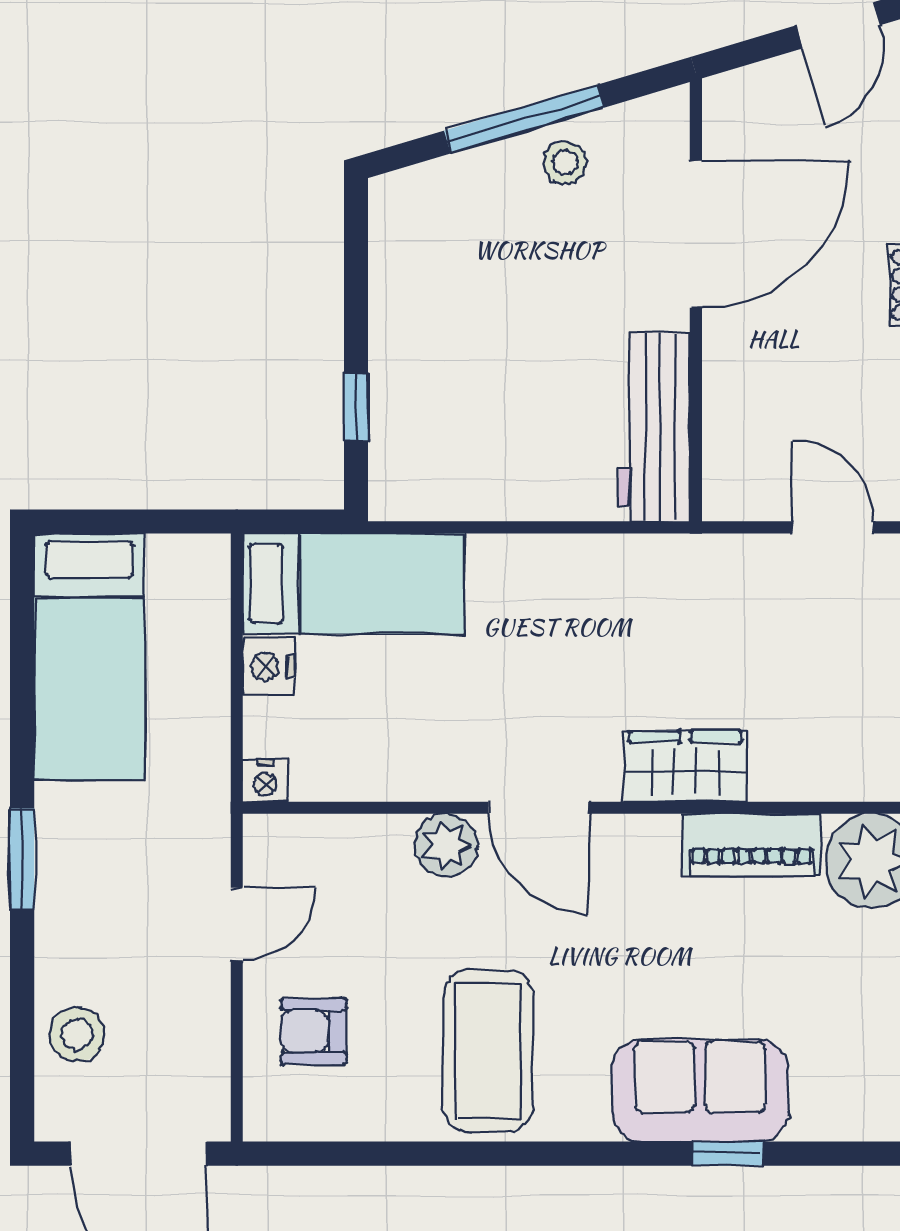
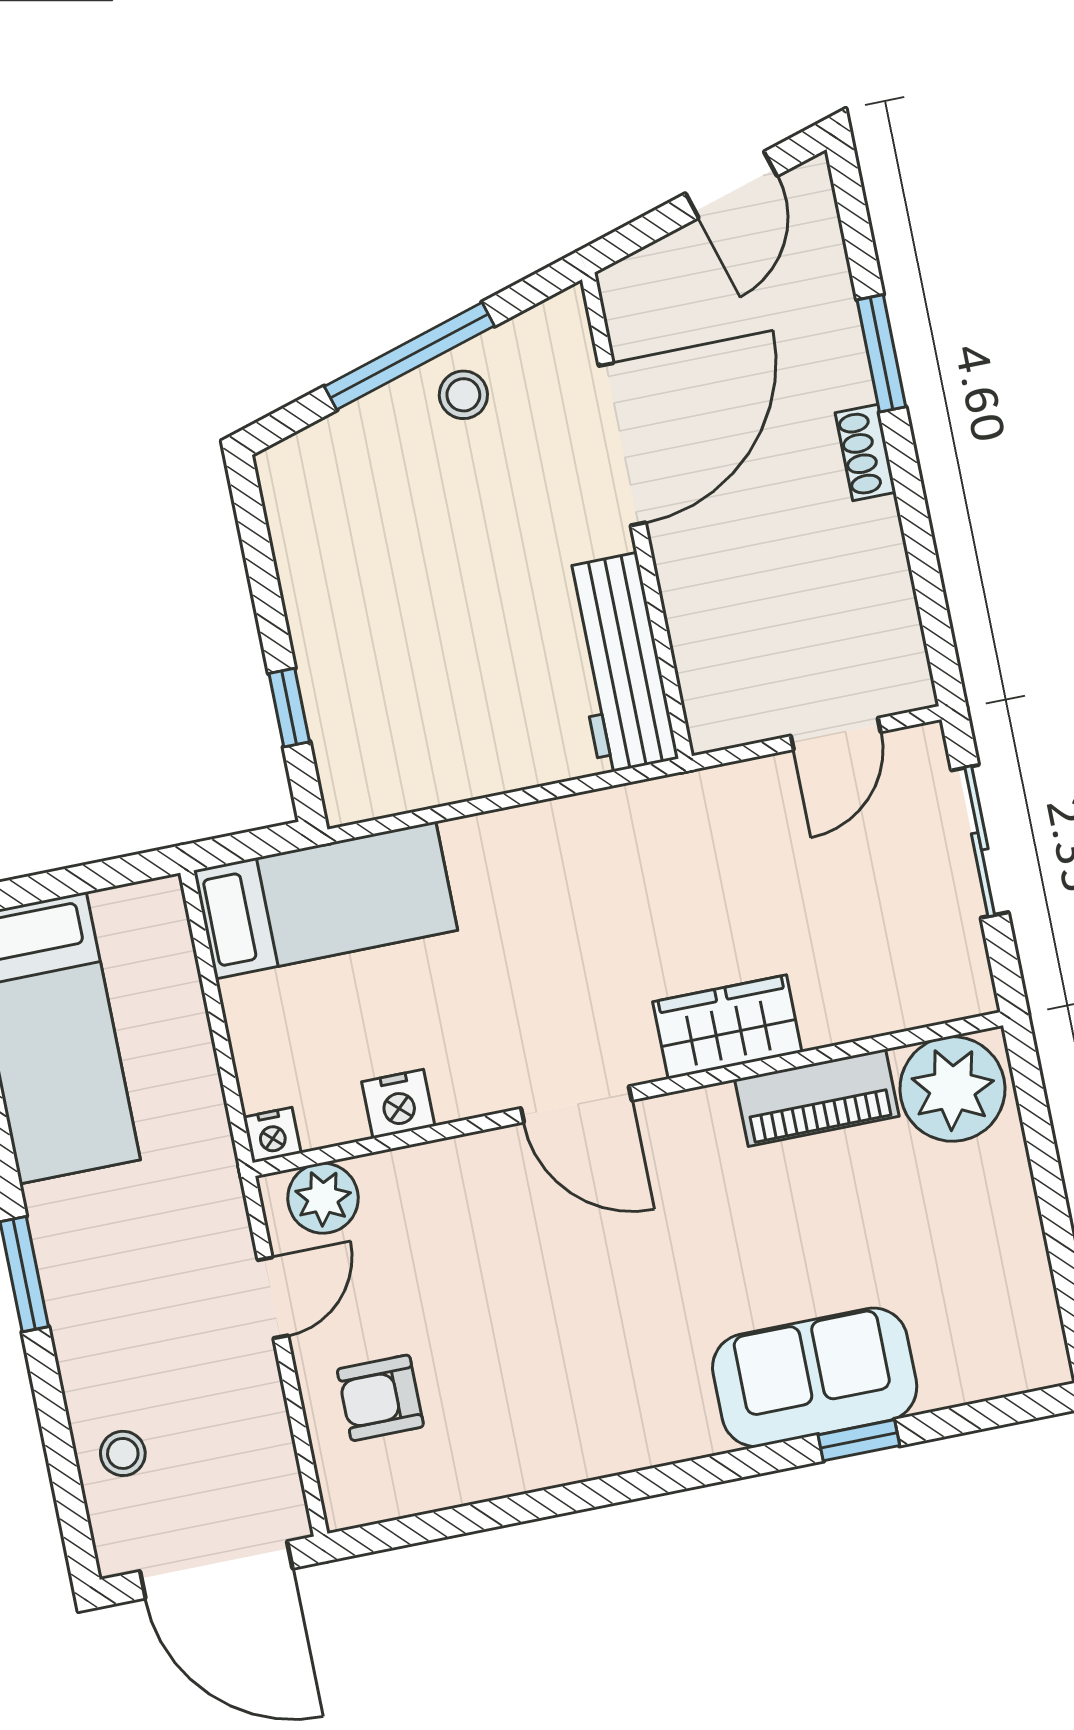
door: (833, 527) -> (836, 734), swing flipped
nightstand: (269, 666) -> (398, 1104), moved, turned -90
plant: (446, 845) -> (323, 1198), moved
stool: (77, 1035) -> (123, 1453), width x0.73, depth x0.73
coffee table: (488, 1051) -> (575, 1381), removed

